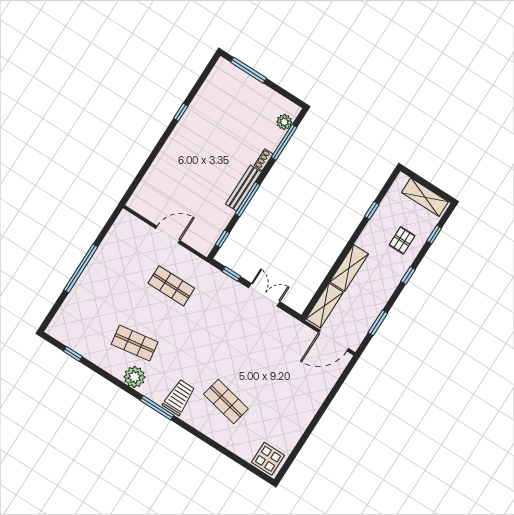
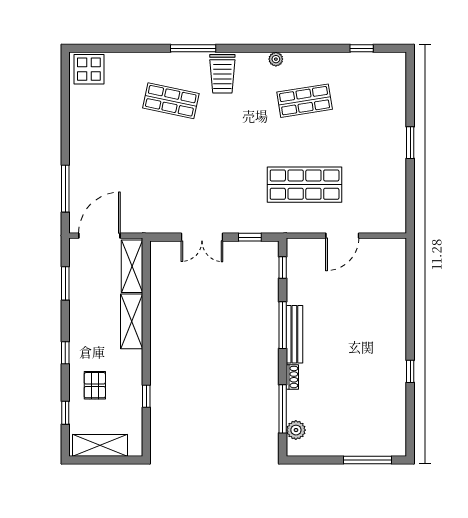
window: (81, 268) -> (410, 143), width x0.47
shop shelf: (171, 286) -> (305, 185), width x1.43, depth x1.36
plant: (135, 377) -> (276, 59), width x0.53, depth x0.53
window: (336, 388) -> (65, 189), added
window: (157, 408) -> (193, 48), moved

